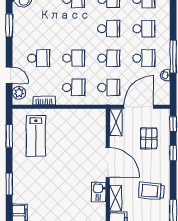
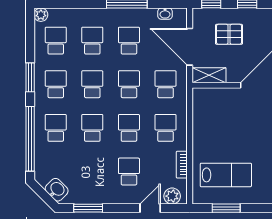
school desk: (74, 29) -> (92, 128), added
washbasin: (165, 75) -> (165, 14), moved

